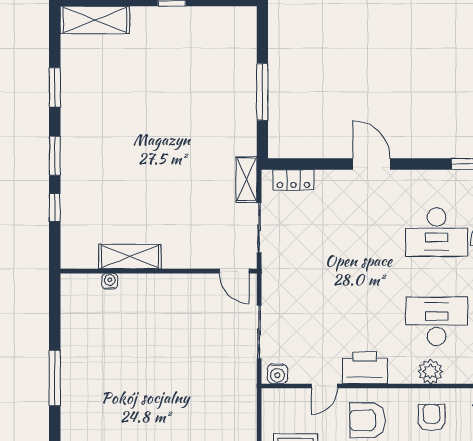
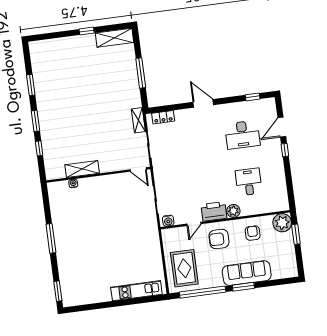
shelving: (95, 20) -> (114, 38), moved
desk: (437, 321) -> (249, 182), width x0.73
plant: (430, 372) -> (233, 211), moved

